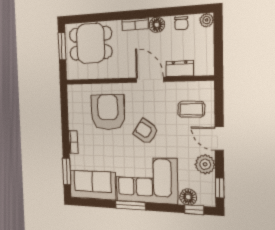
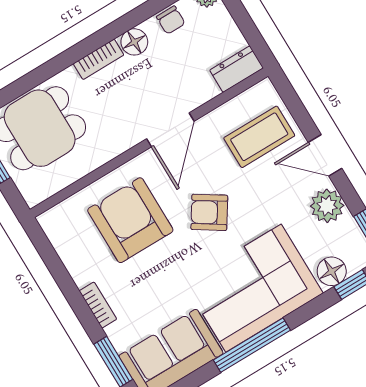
dresser: (180, 69) -> (237, 69), moved
door: (150, 80) -> (170, 130), swing flipped
coffee table: (191, 109) -> (259, 137), width x1.36, depth x1.30
window: (131, 205) -> (252, 345), width x1.44

